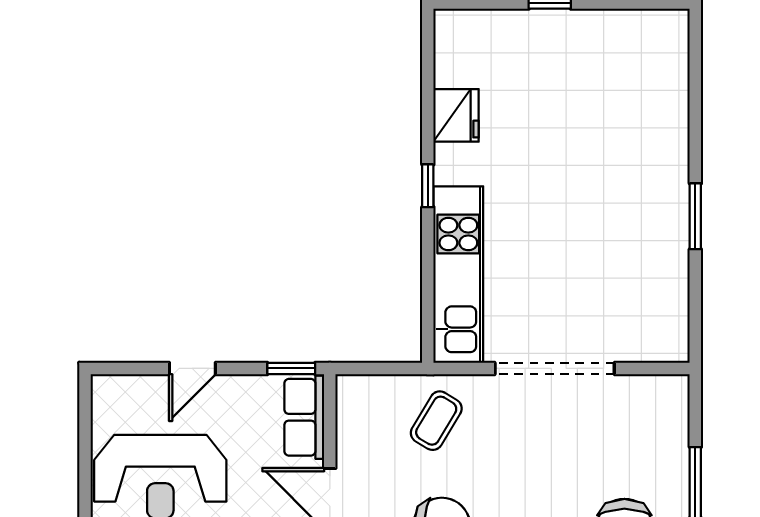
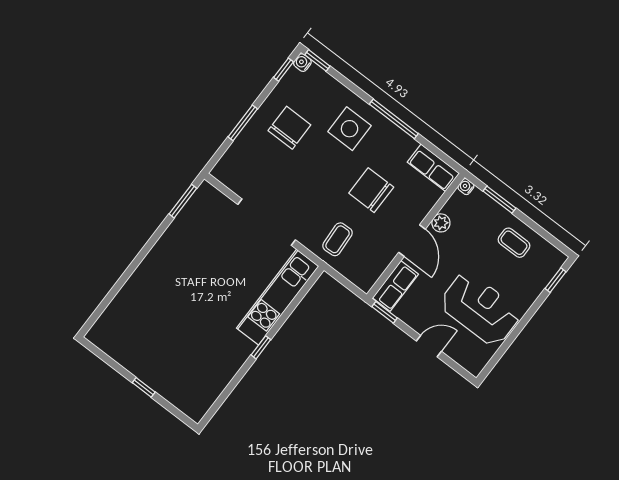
fridge: (456, 115) -> (224, 369), removed
window: (695, 216) -> (183, 201), moved
coffee table: (436, 421) -> (338, 239), turned -34

